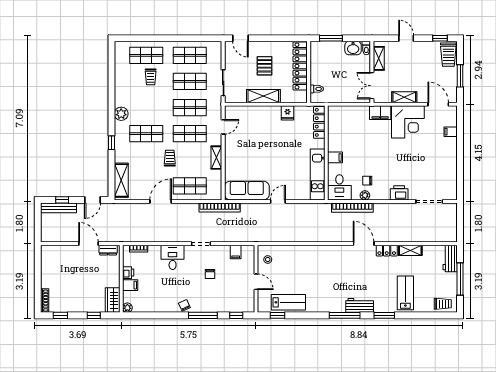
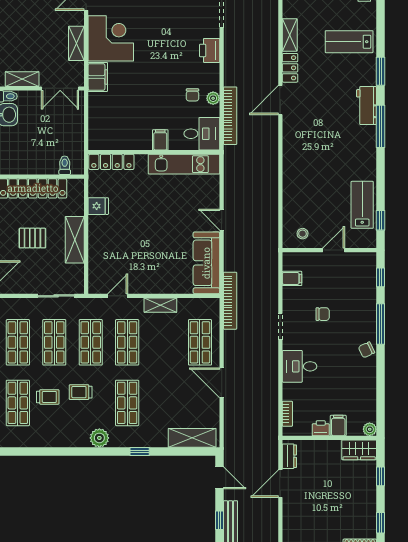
door: (223, 127) -> (118, 296), hinge flipped
trolley: (170, 158) -> (81, 392), moved

